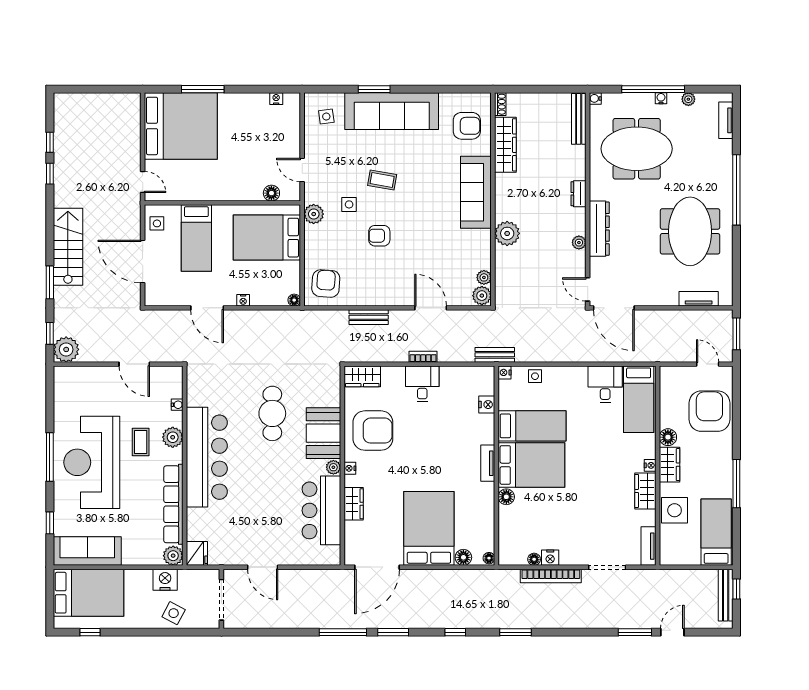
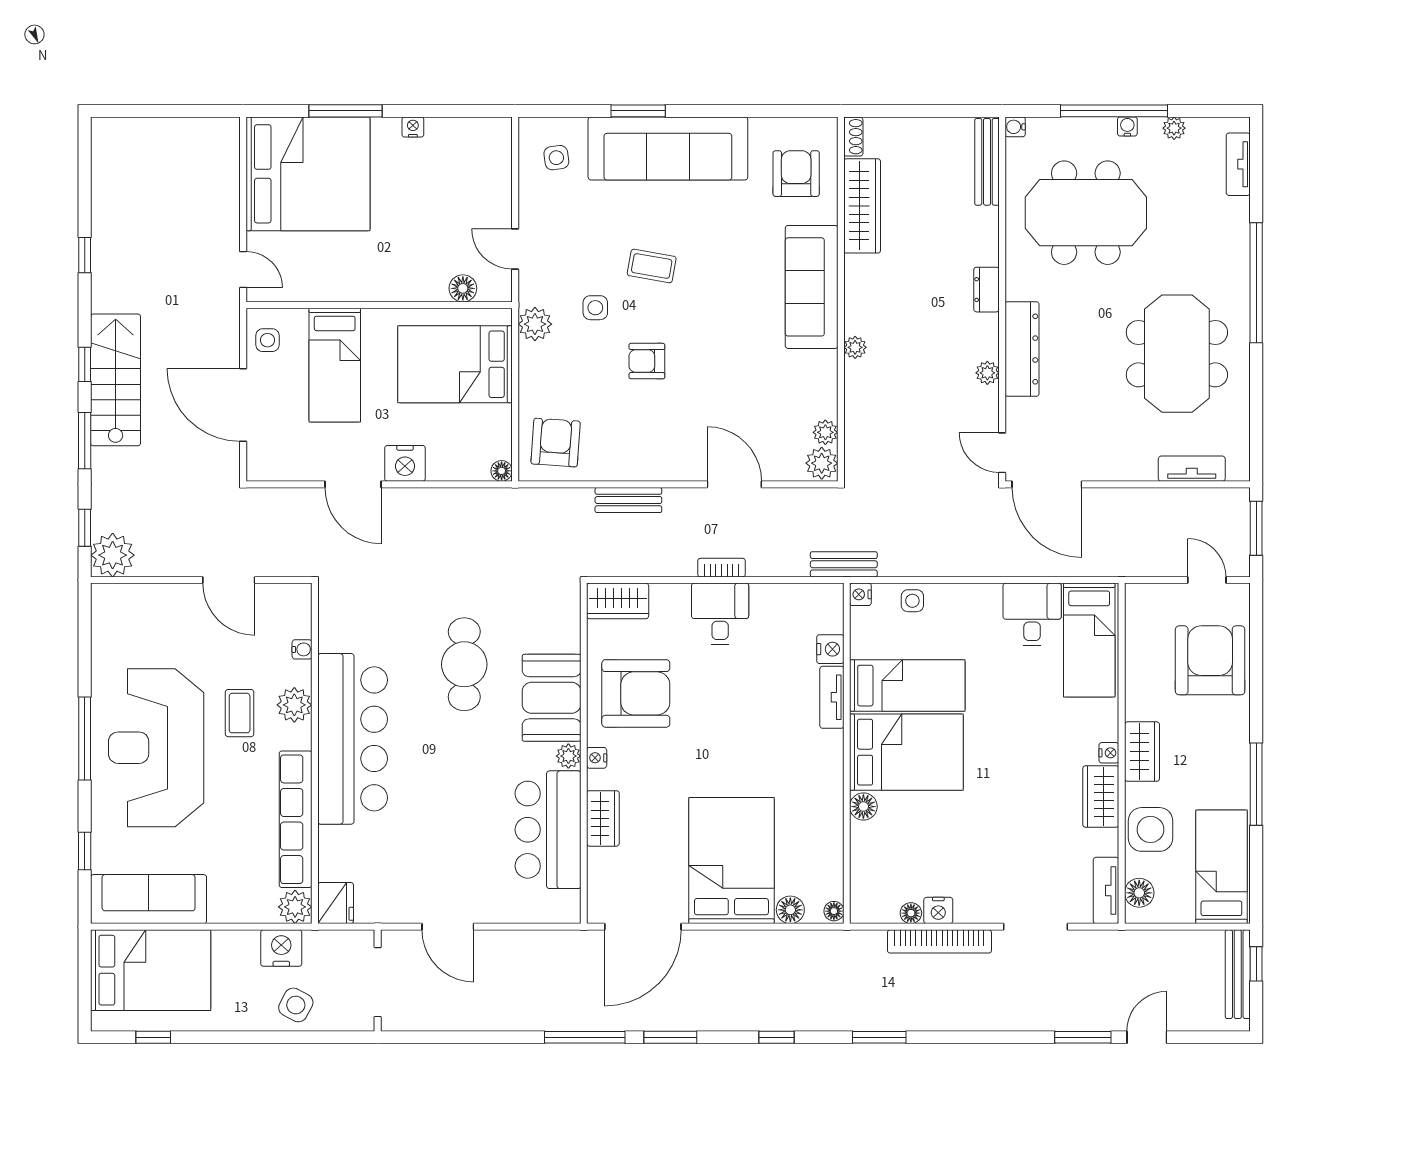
nightstand: (276, 99) -> (413, 127), moved
armchair: (467, 126) -> (796, 174), turned -90
window: (50, 142) -> (85, 364), moved
plant: (507, 233) -> (855, 347), width x0.53, depth x0.53
nightstand: (243, 300) -> (405, 463), width x1.89, depth x1.79
floor lamp: (668, 437) -> (1139, 893), moved
tv unit: (488, 463) -> (832, 697), moved

